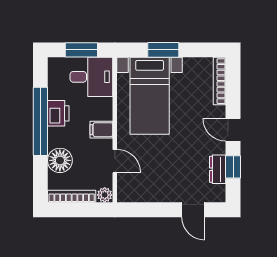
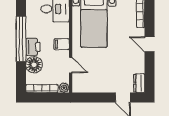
printer: (58, 113) -> (33, 47), moved
window: (233, 167) -> (149, 69), removed
dresser: (218, 169) -> (139, 83), moved

